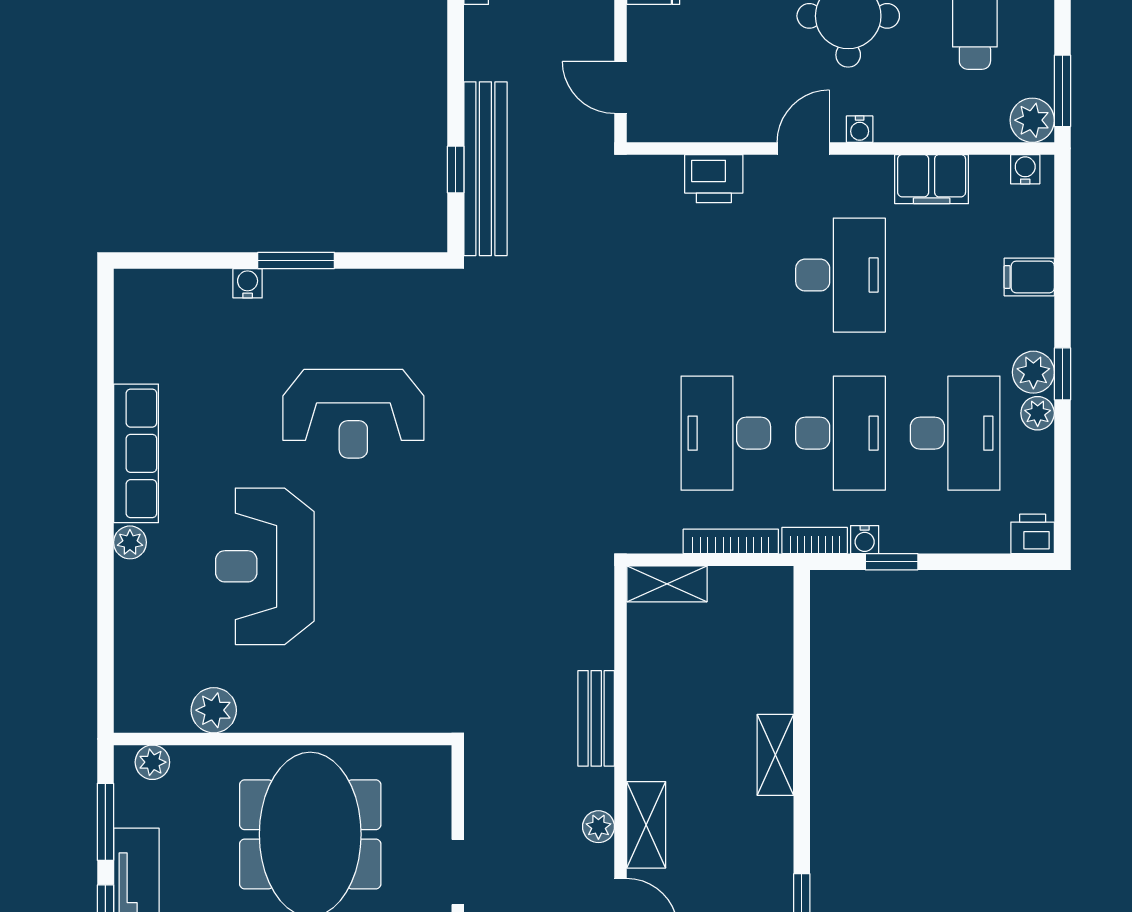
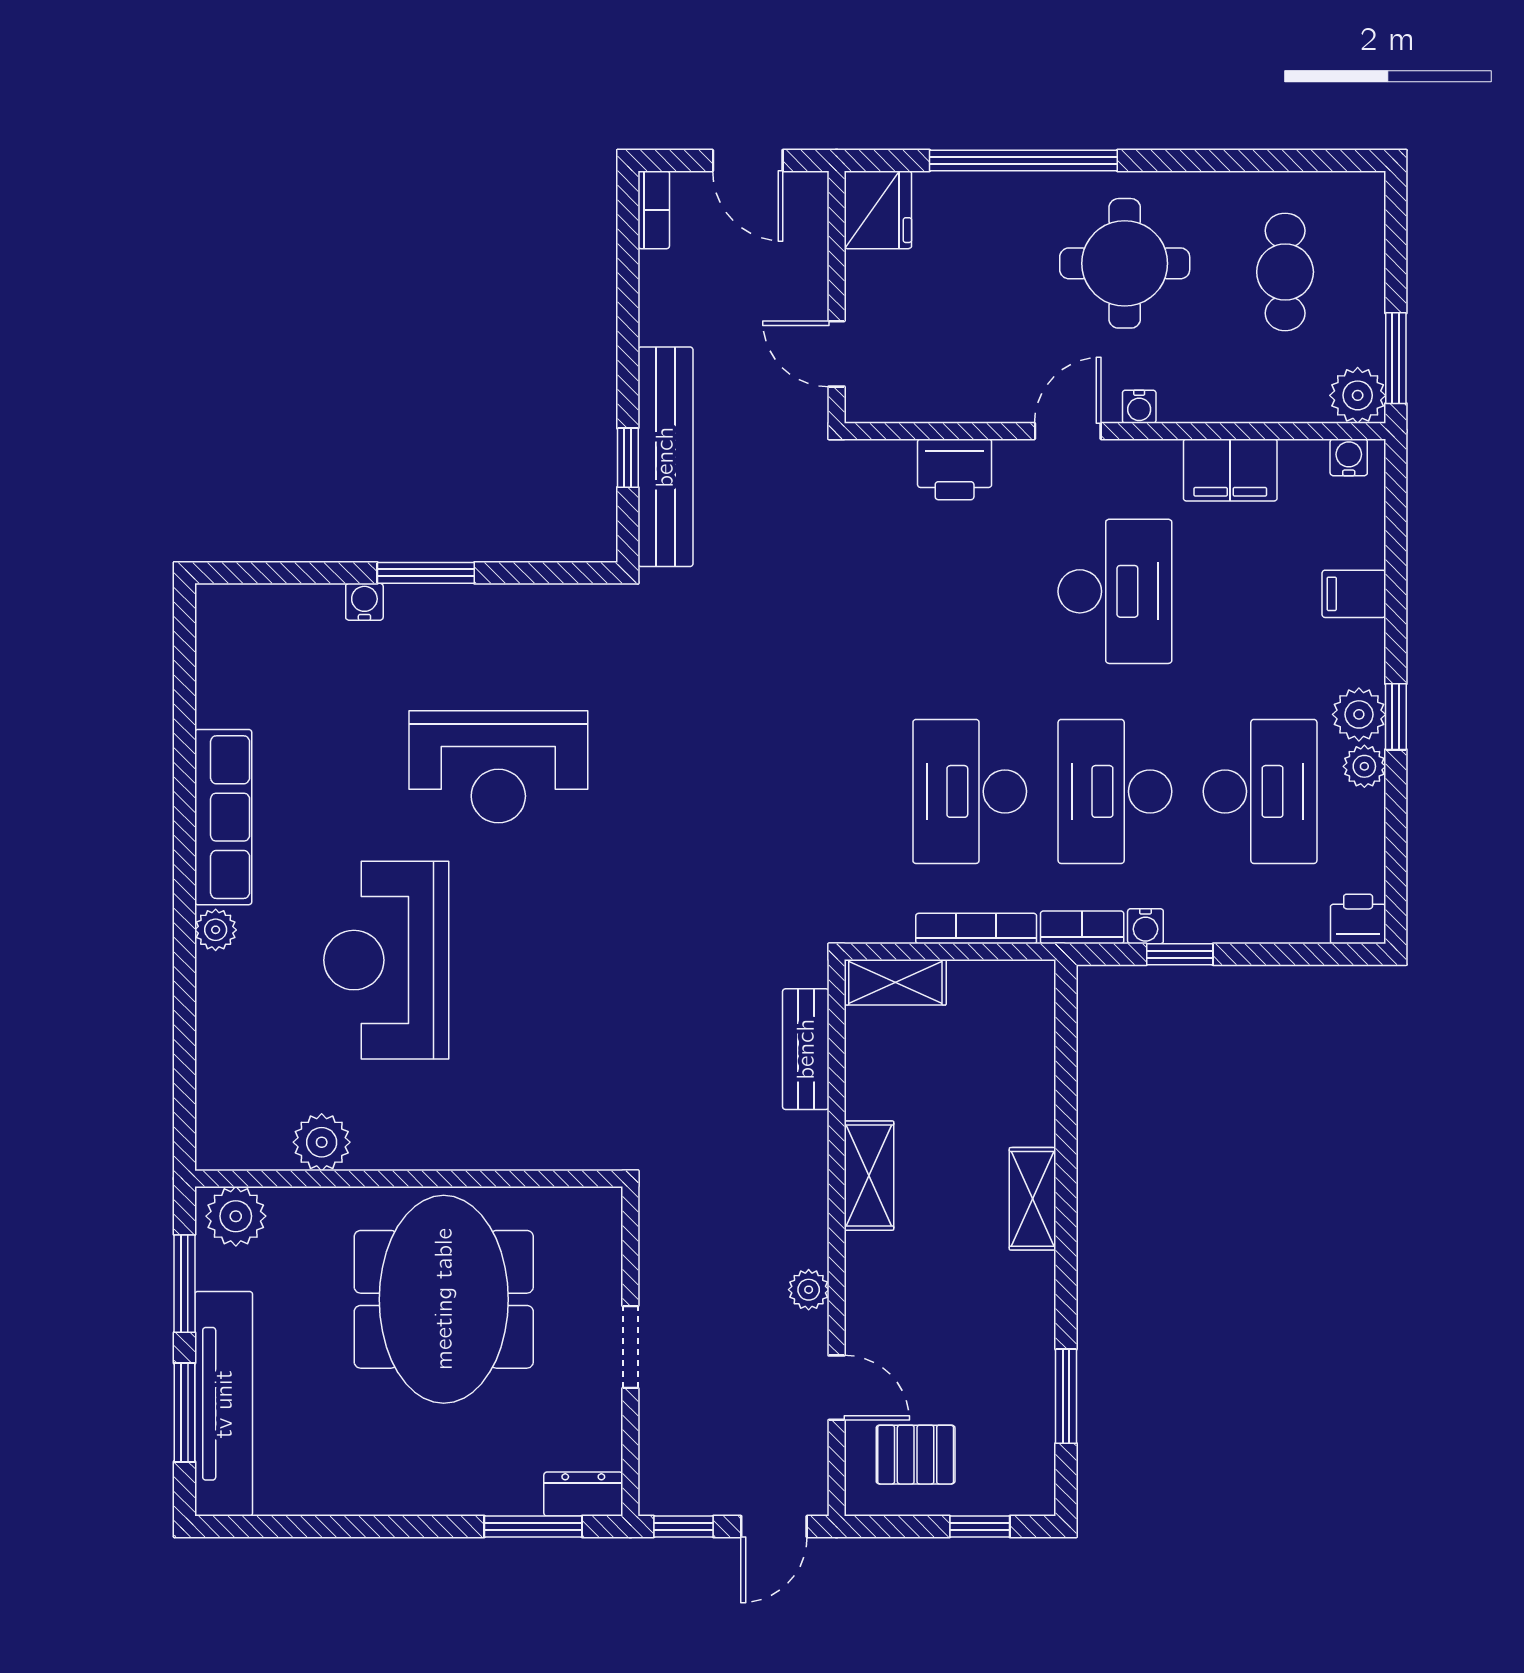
desk: (840, 433) -> (1115, 791), turned 180
bench: (596, 718) -> (806, 1049), moved
plant: (152, 762) -> (236, 1216), width x1.38, depth x1.38
shelving: (646, 825) -> (869, 1176), moved

